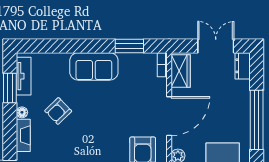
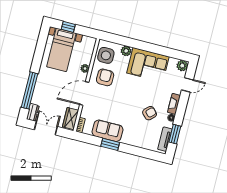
window: (129, 46) -> (110, 144), moved
double door: (216, 46) -> (46, 128), swing flipped
sofa: (94, 66) -> (107, 131), moved
window: (257, 120) -> (29, 90), moved

